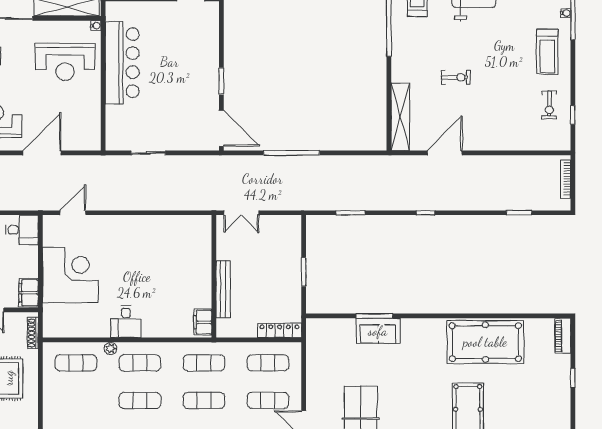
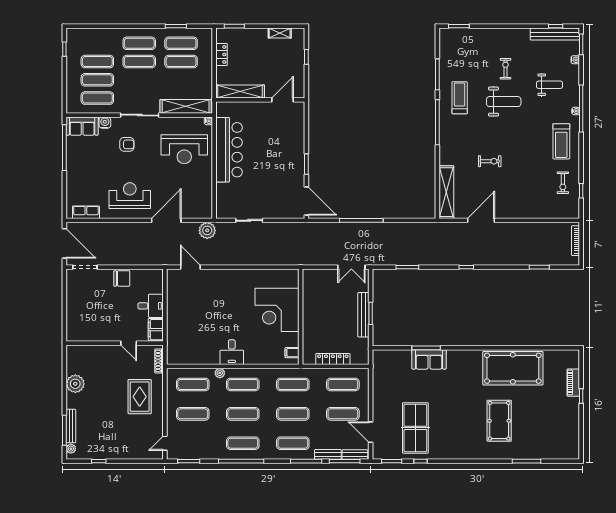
plant: (94, 166) -> (207, 230), added
door: (73, 213) -> (190, 267), hinge flipped
double door: (241, 213) -> (351, 267), moved
desk: (22, 230) -> (151, 306), moved
corner desk: (70, 275) -> (277, 310), moved, turned 180
bench: (223, 289) -> (363, 315), moved
filing cabinet: (203, 322) -> (292, 353), width x0.50
locker: (280, 330) -> (333, 359), moved
piano: (563, 336) -> (573, 383), moved
exercise mat: (76, 400) -> (193, 414), added

